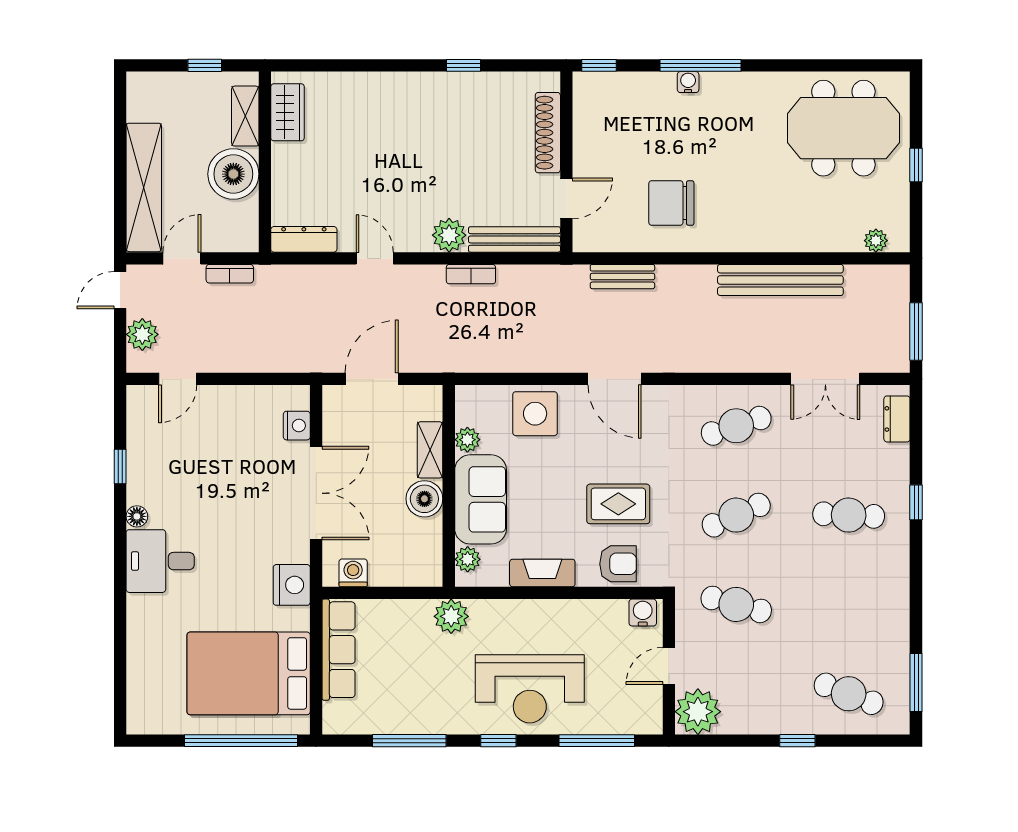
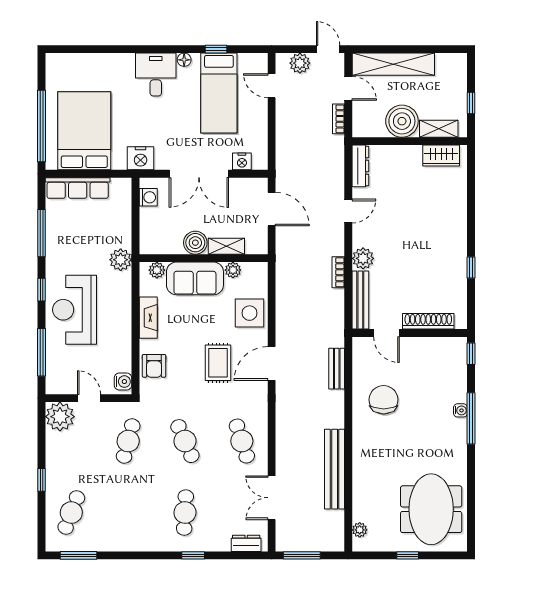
bed: (189, 462) -> (219, 93), added
rug: (618, 504) -> (218, 363), moved
row of seats: (339, 650) -> (78, 188), moved

